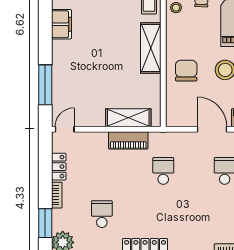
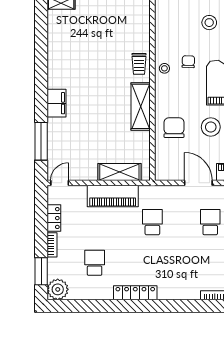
filing cabinet: (61, 24) -> (56, 103), moved
piano: (128, 140) -> (113, 196), width x1.37, depth x1.33

